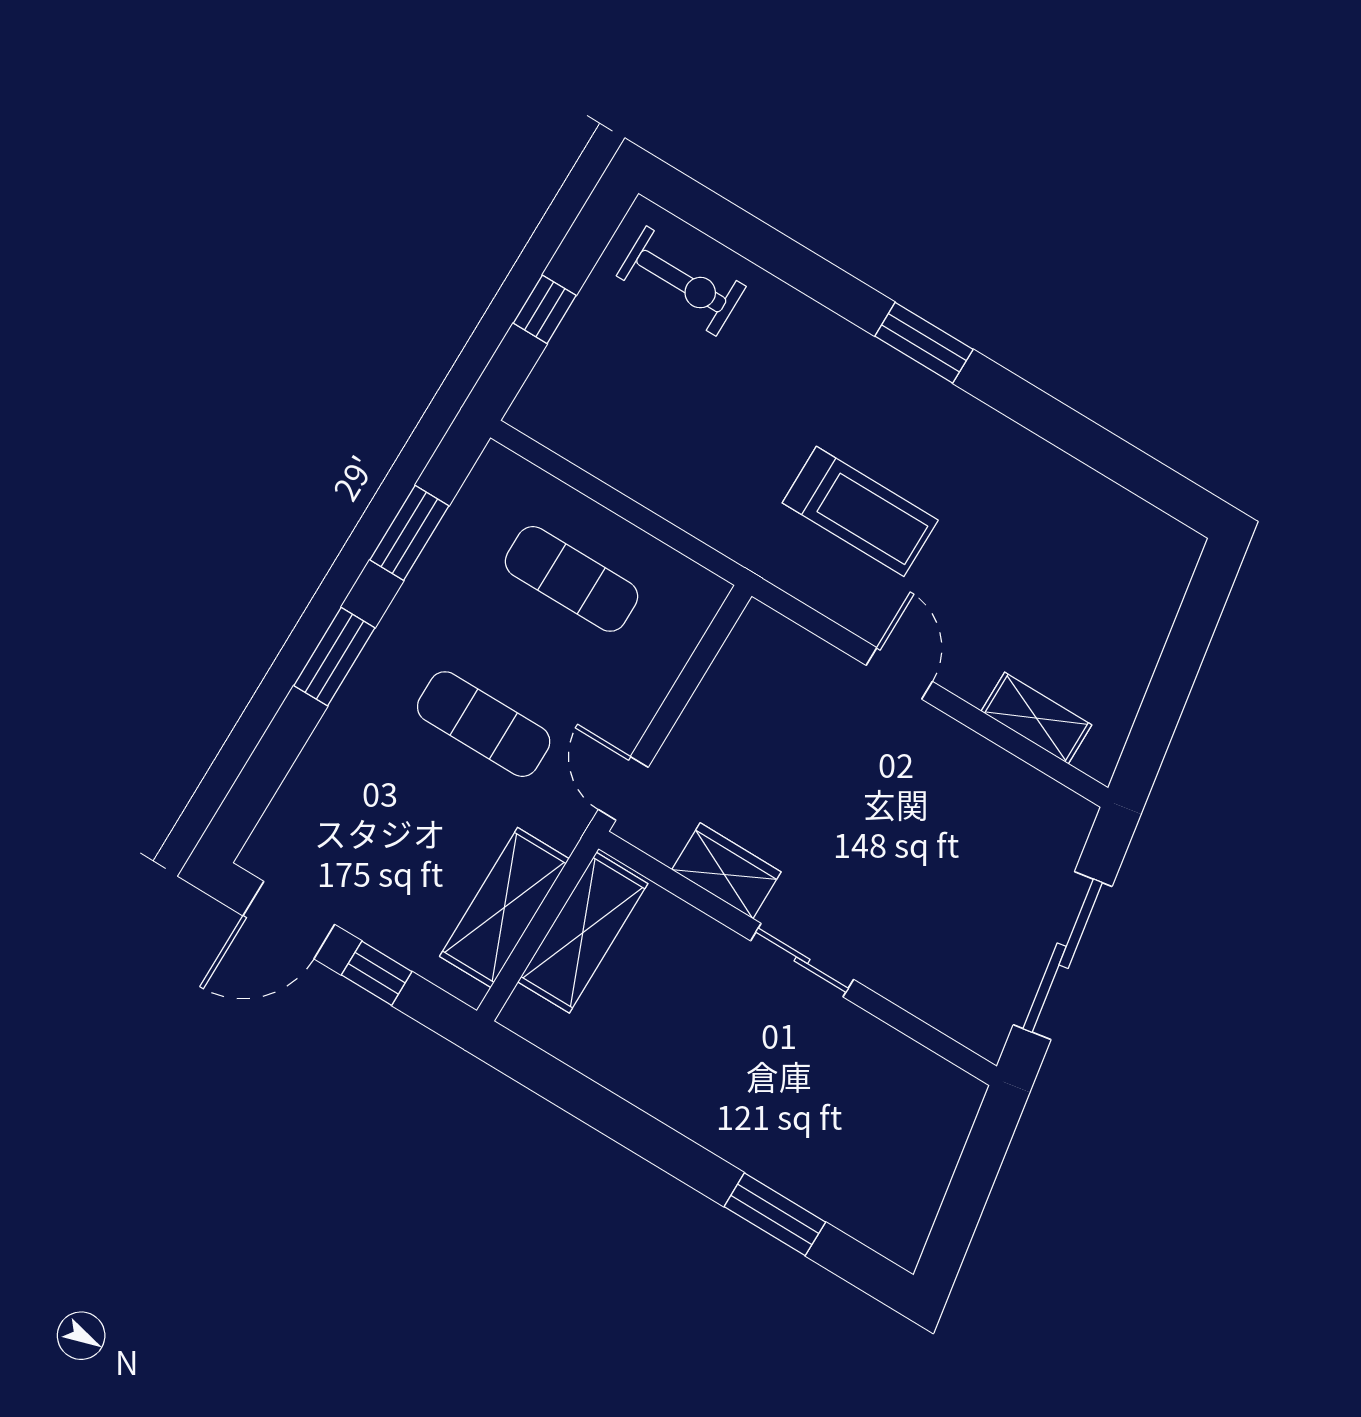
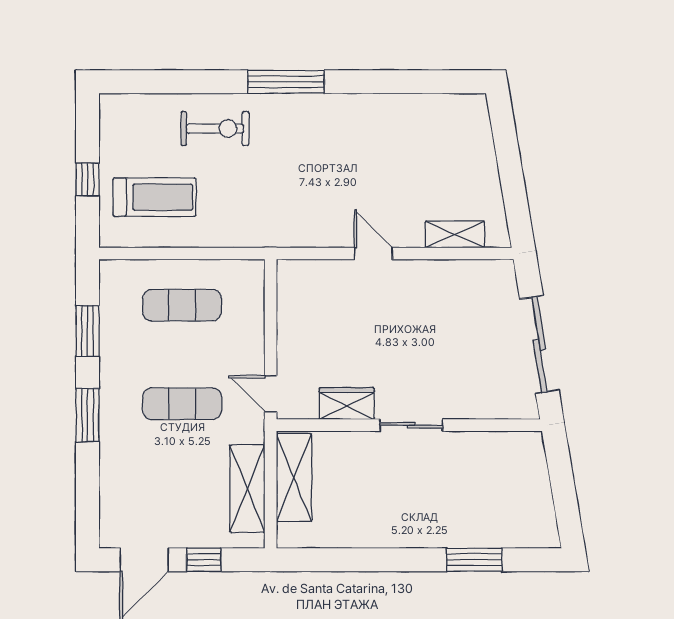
exercise bike: (681, 281) -> (215, 129), moved
window: (924, 343) -> (286, 82), width x1.44
treadmill: (860, 511) -> (155, 197), moved

